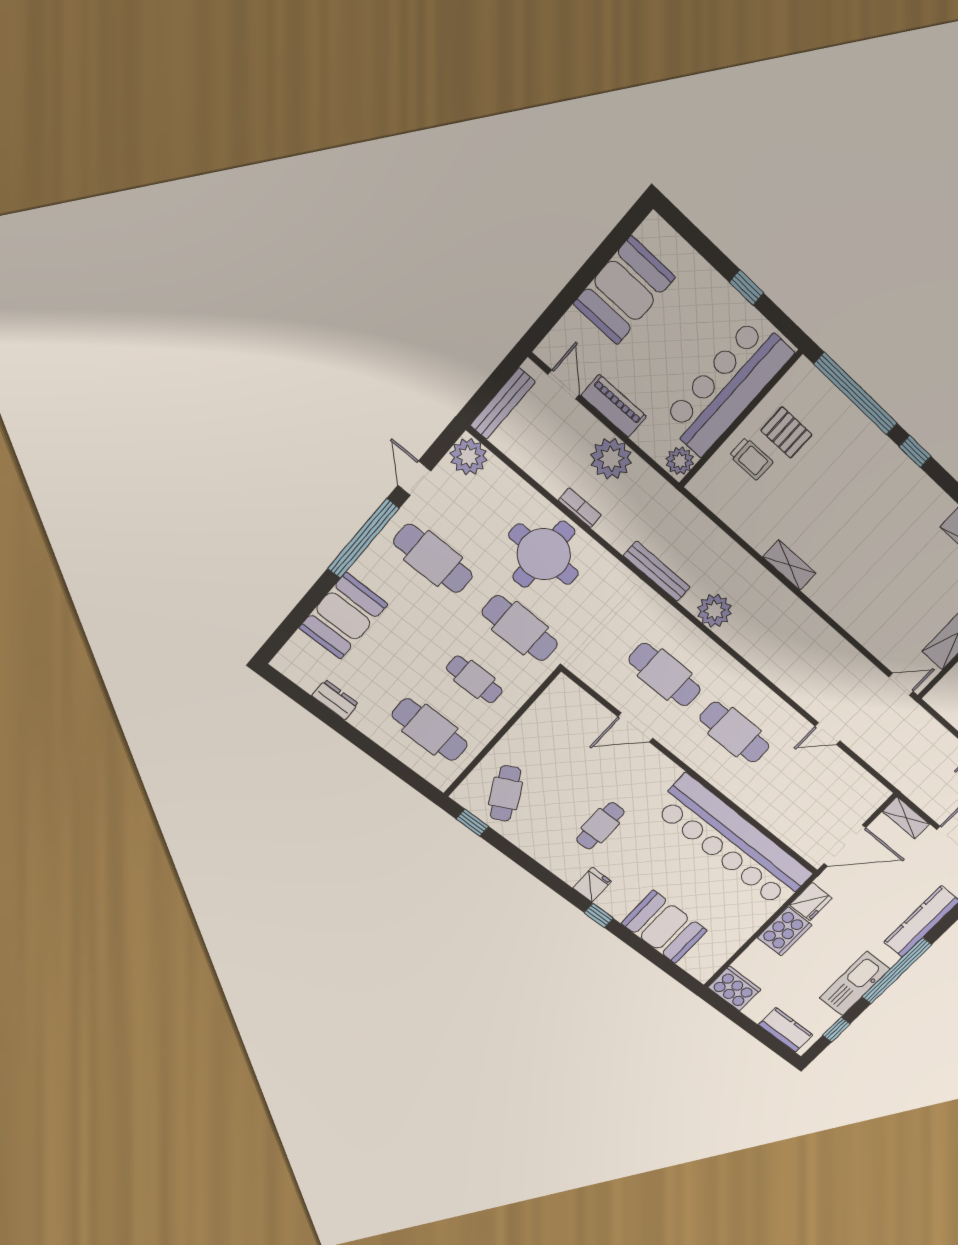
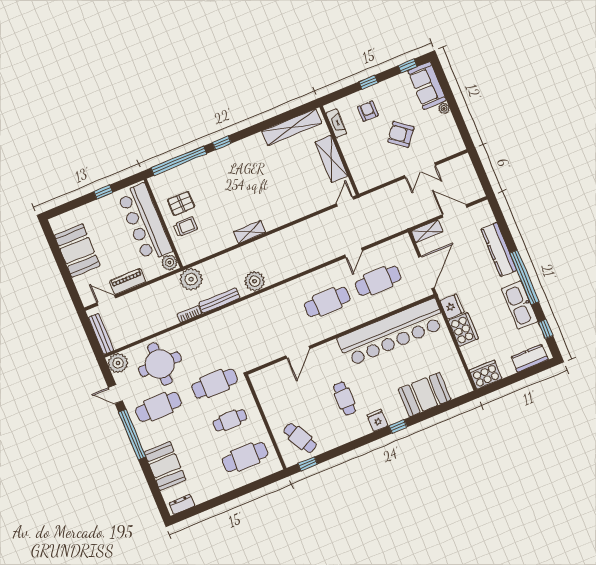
plant: (611, 459) -> (191, 279), moved
bookcase: (580, 508) -> (189, 314), moved
round table: (544, 554) -> (160, 364), moved
cafe table: (665, 675) -> (378, 281), moved
dresser: (335, 700) -> (182, 504), moved

